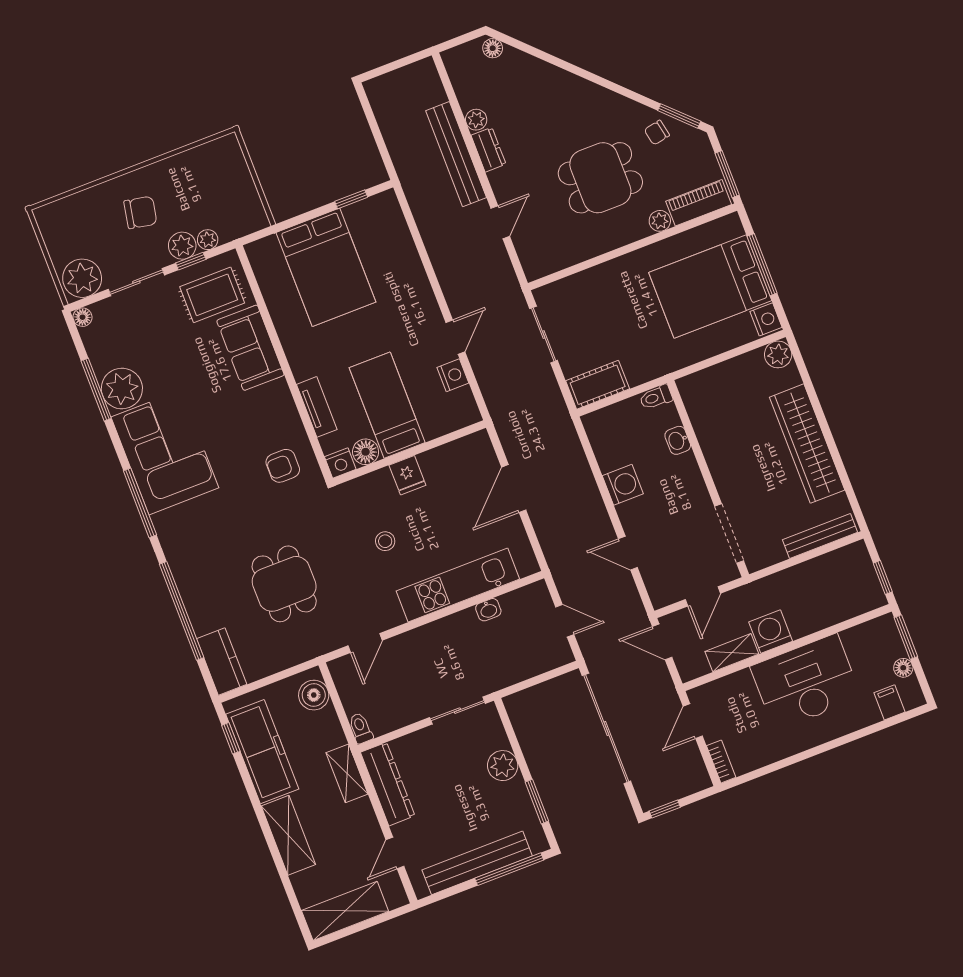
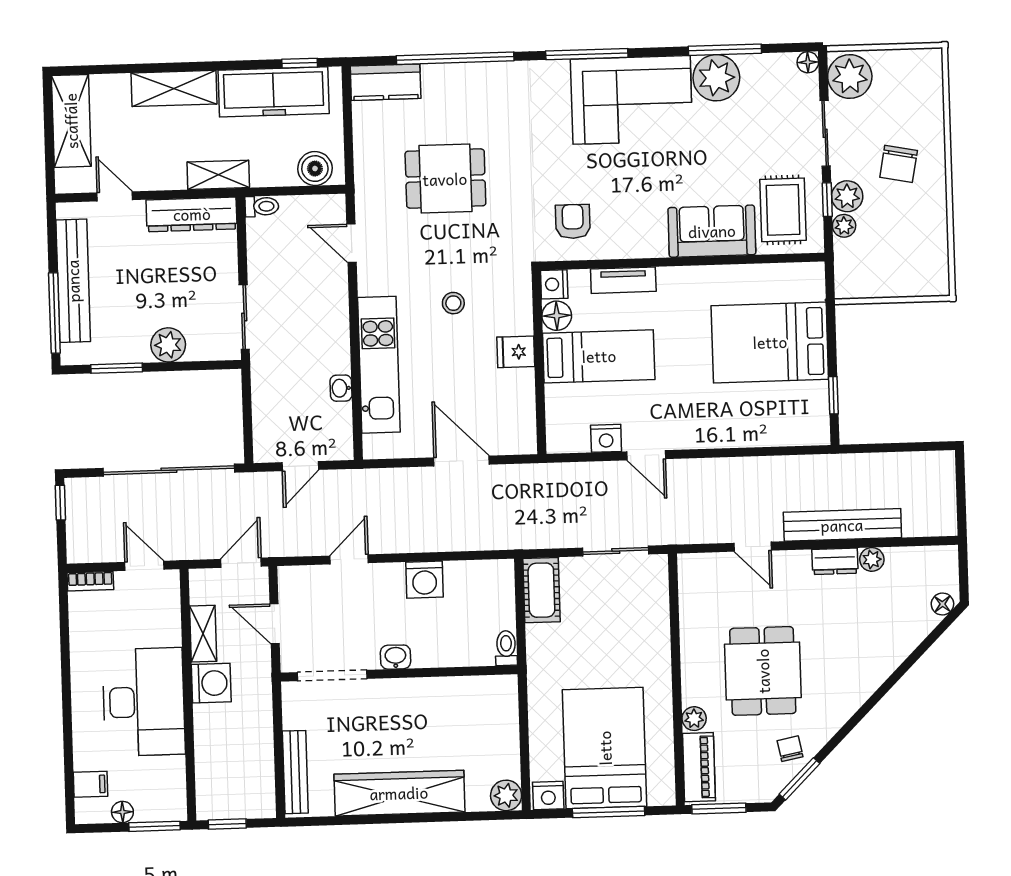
washbasin: (678, 440) -> (395, 657), moved

